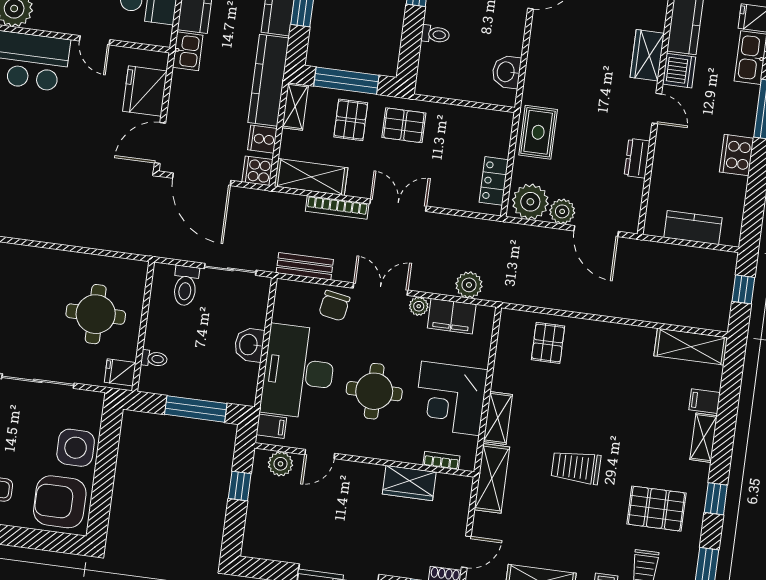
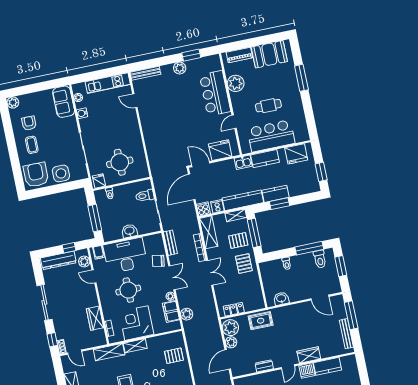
dresser: (259, 518) -> (58, 260), added

